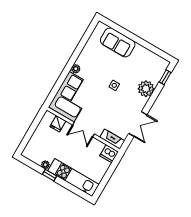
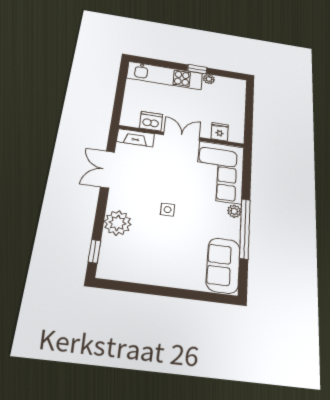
sofa: (118, 42) -> (223, 265), moved, turned -90
window: (75, 56) -> (245, 229), added
dishwasher: (109, 154) -> (151, 121), moved

